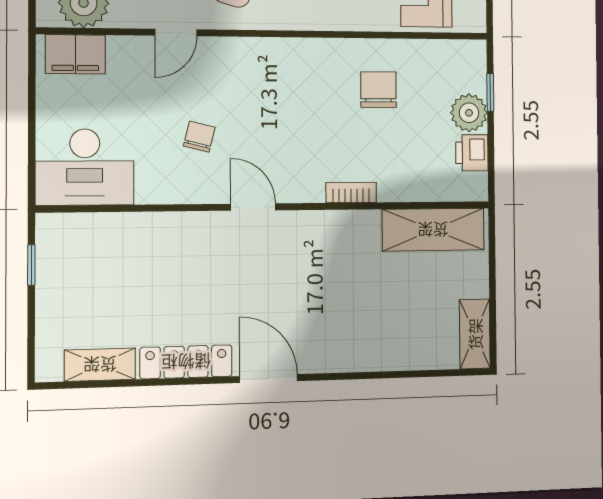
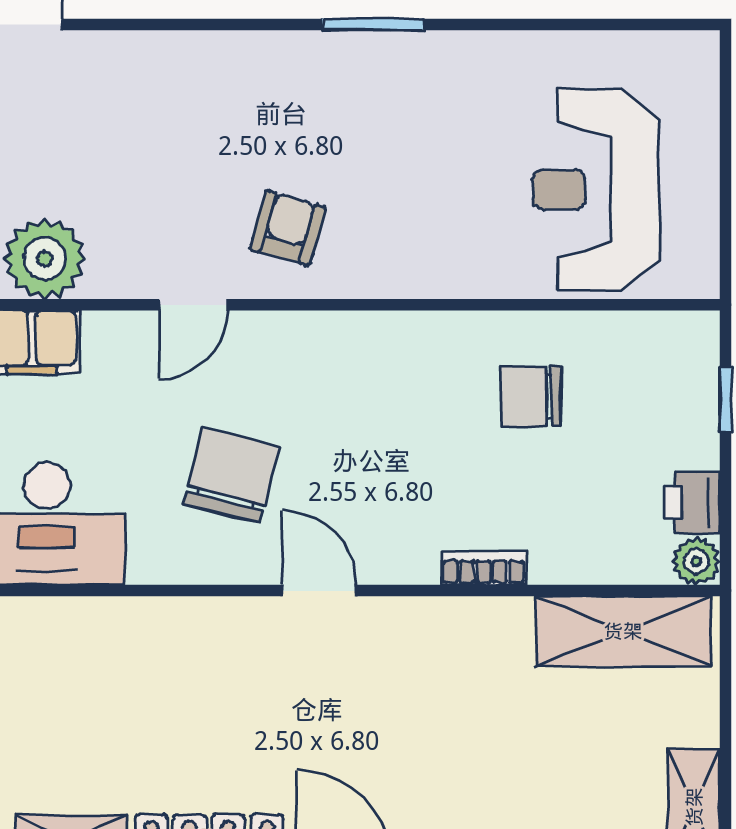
chair: (378, 90) -> (531, 396), turned -90
plant: (469, 113) -> (696, 561), moved, width x0.73, depth x0.73
chair: (199, 137) -> (231, 475), width x1.87, depth x1.87

